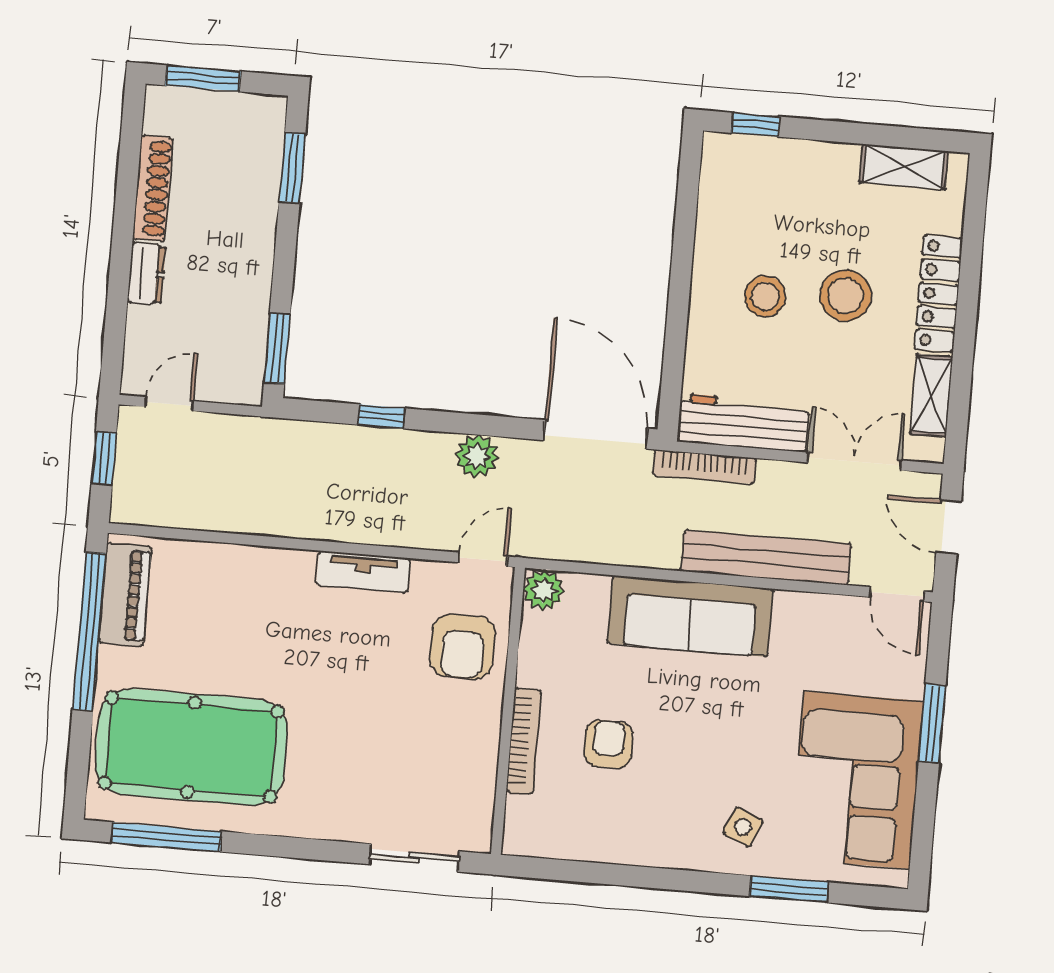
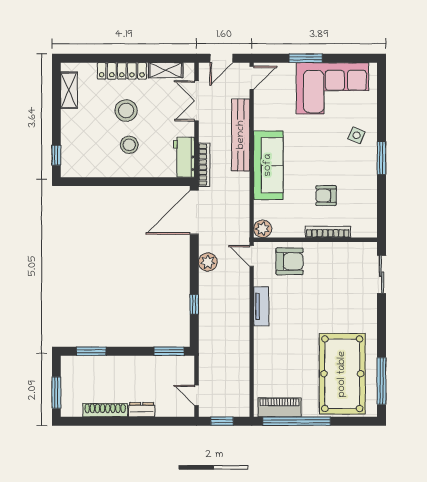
workbench: (743, 423) -> (184, 157), width x0.73
window: (789, 889) -> (381, 158), moved

